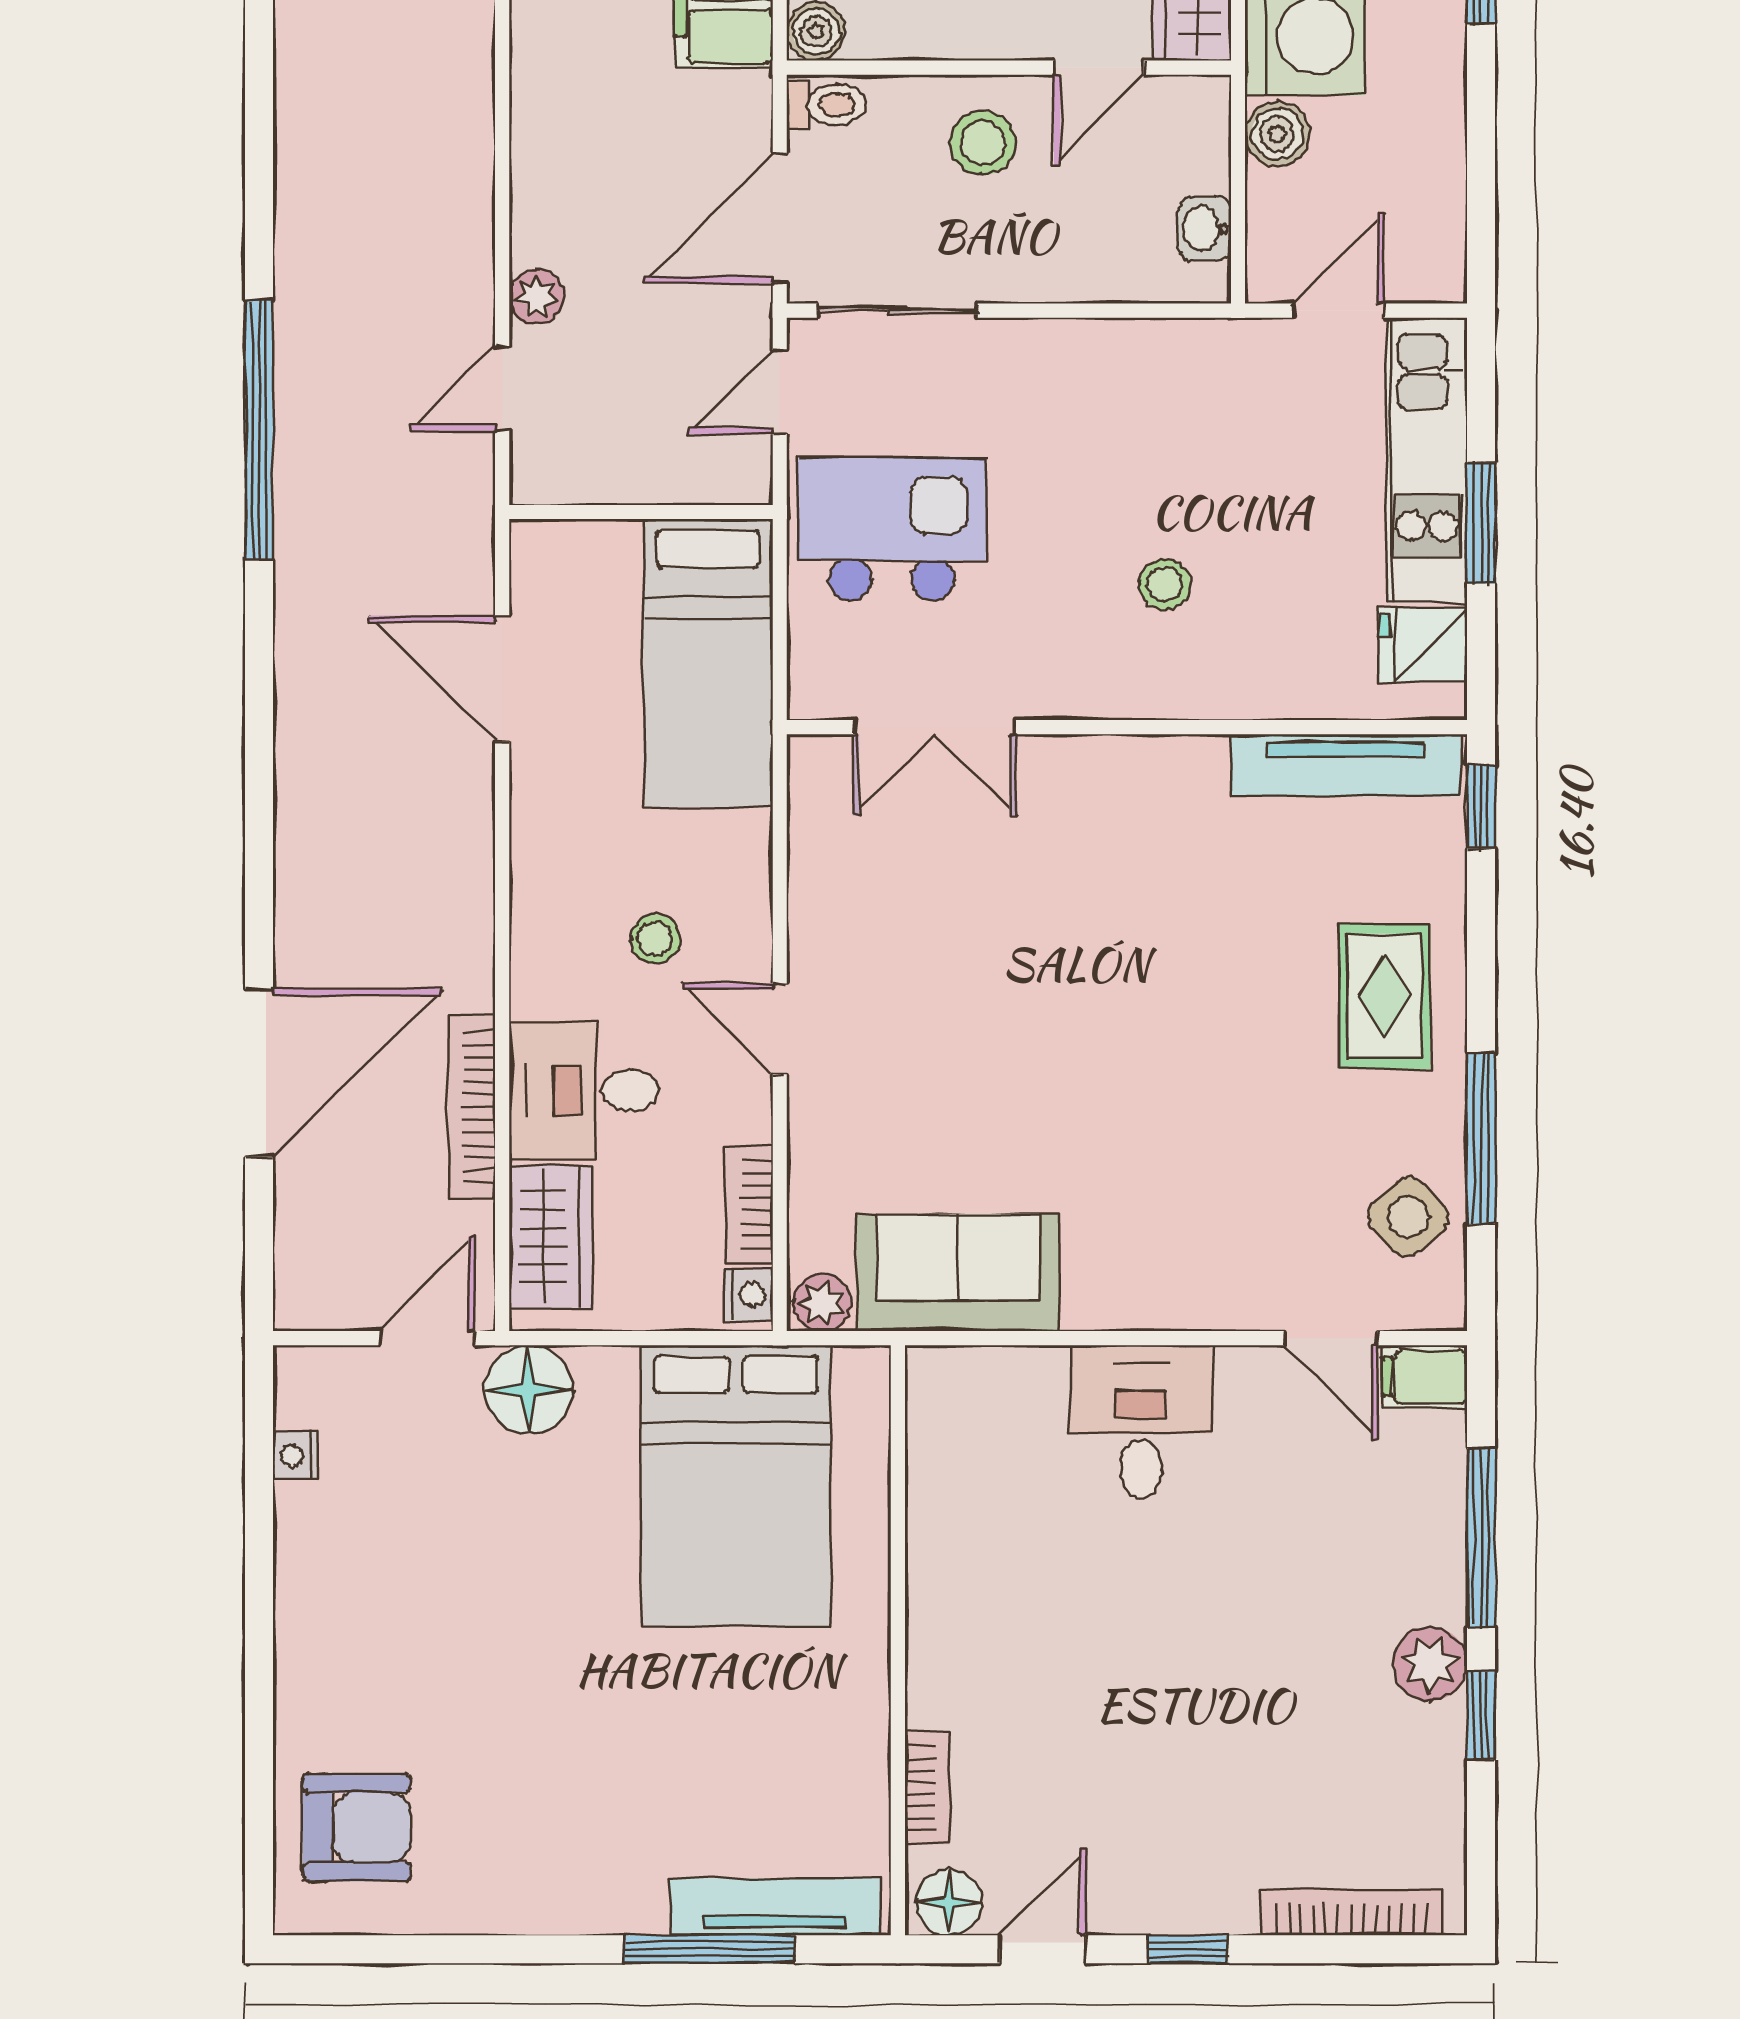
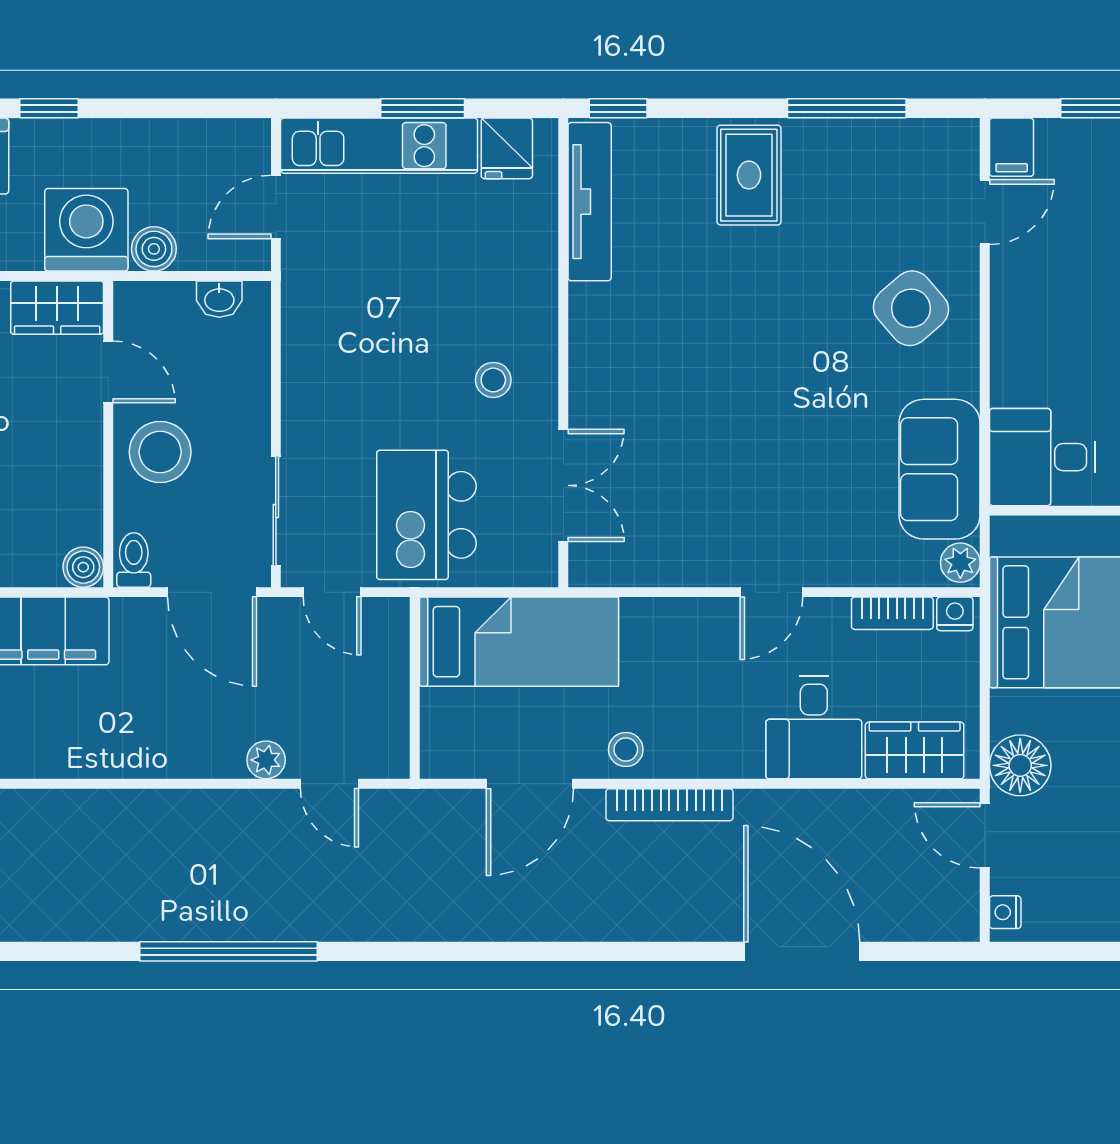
stool: (983, 143) -> (160, 452), width x1.38, depth x1.38
door: (1338, 311) -> (276, 207), hinge flipped
window: (259, 430) -> (229, 951), moved
stool: (1165, 584) -> (493, 380), moved
stool: (655, 939) -> (626, 749), moved
rug: (1384, 996) -> (749, 175), turned 90
bookcase: (472, 1107) -> (669, 805), moved
side table: (1408, 1217) -> (911, 308), moved, width x1.37, depth x1.37
desk: (1141, 1421) -> (1042, 457), moved
nightstand: (296, 1455) -> (1005, 912), moved, turned 90

